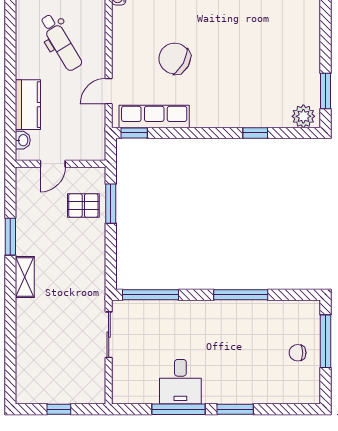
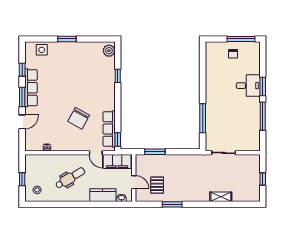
window: (326, 91) -> (67, 39), moved
filing cabinet: (92, 132) -> (117, 162), added
pallet: (83, 205) -> (157, 185), moved
shelving: (25, 277) -> (221, 197), moved
window: (150, 295) -> (203, 118), moved
window: (241, 295) -> (203, 84), removed
window: (326, 341) -> (241, 39), moved
desk: (180, 382) -> (248, 86), moved

